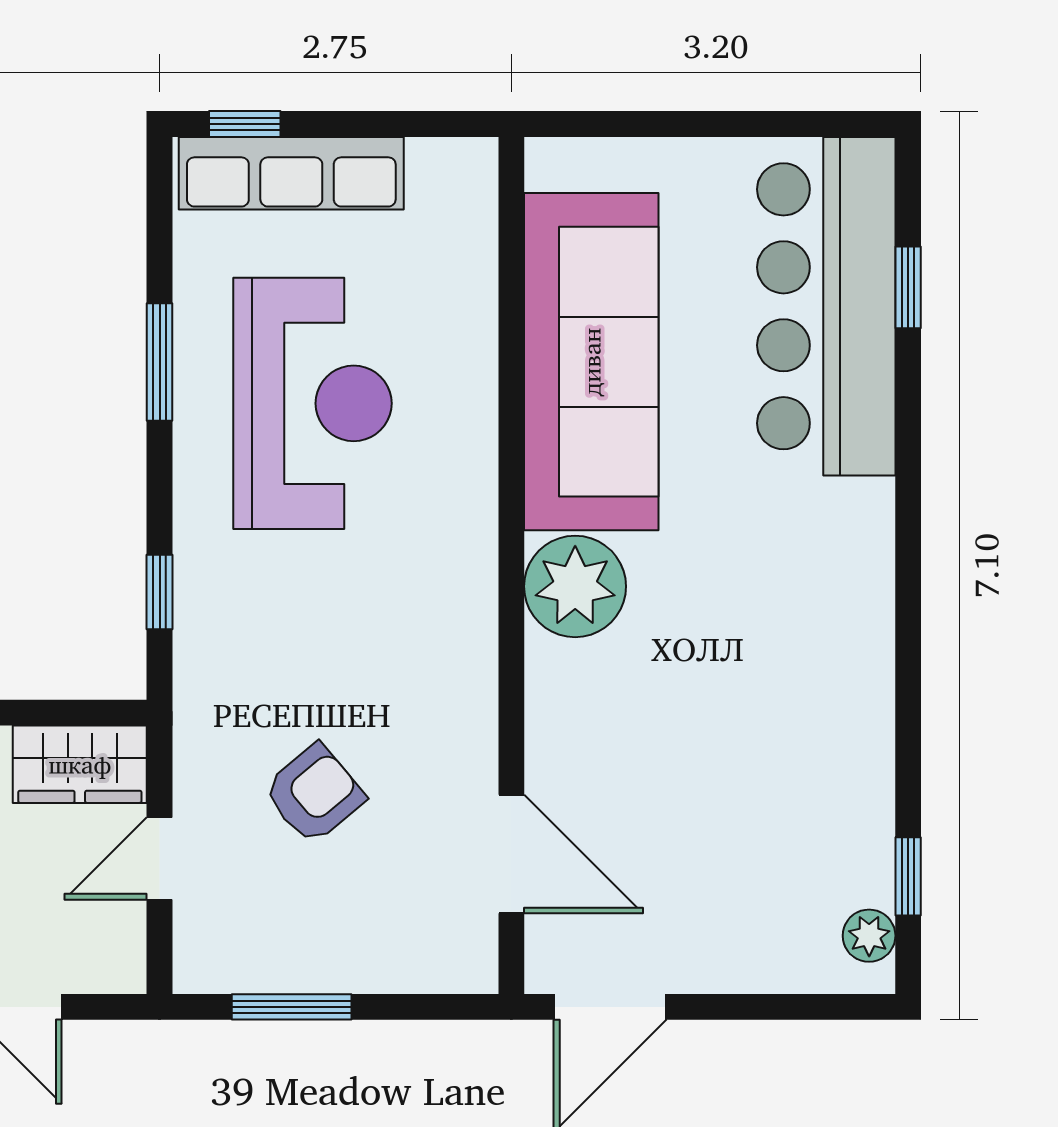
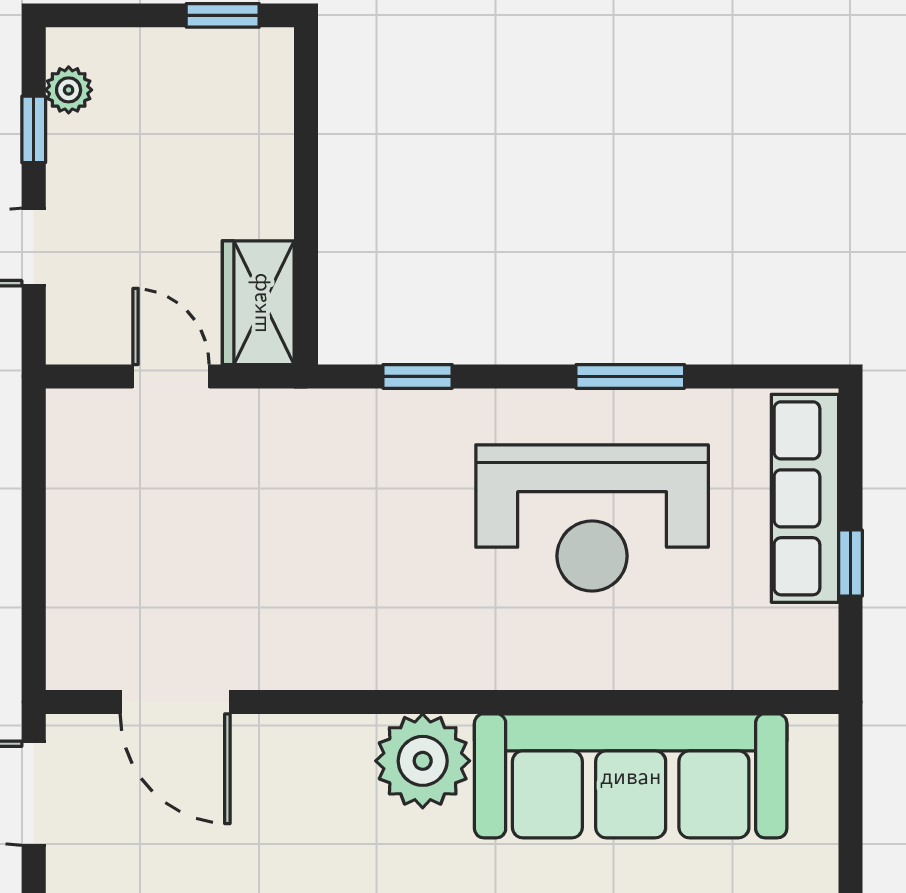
window: (245, 124) -> (850, 563), moved
armchair: (314, 794) -> (231, 519), removed
door: (511, 854) -> (175, 702), hinge flipped
window: (292, 1007) -> (34, 499), removed

